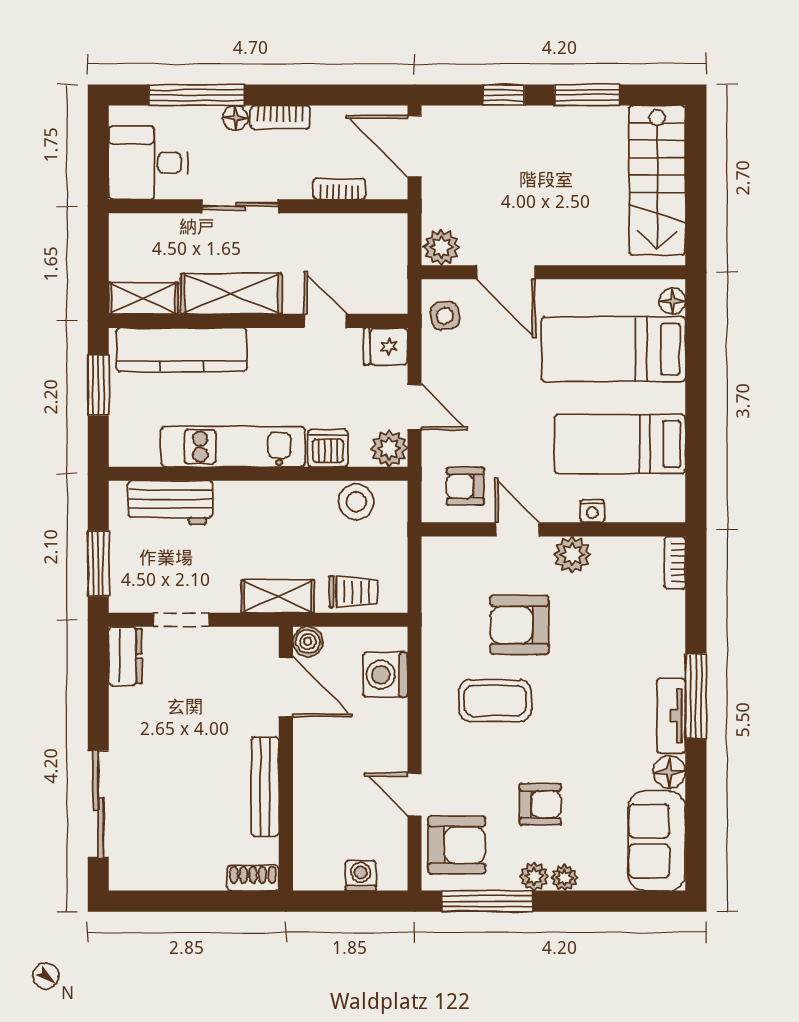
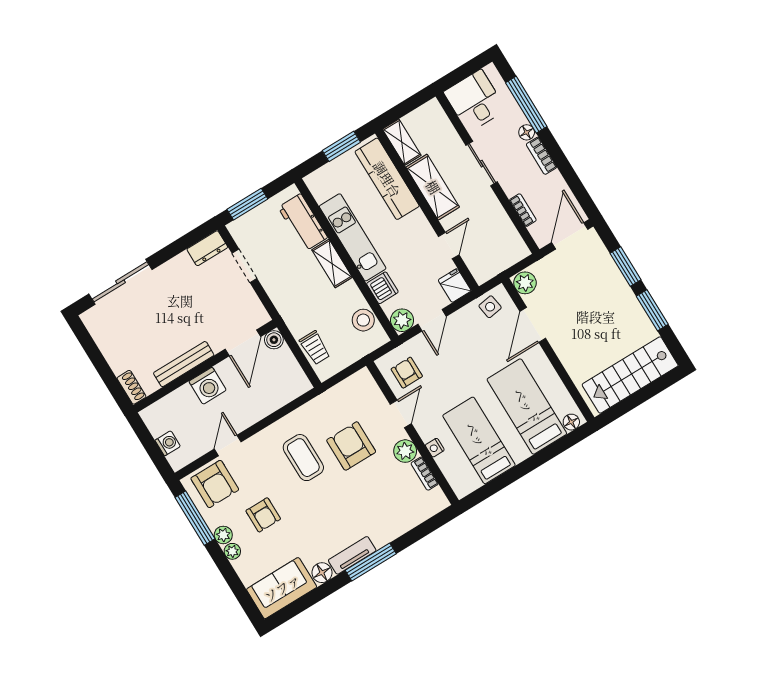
window: (504, 95) -> (625, 267), width x1.50
bookcase: (675, 563) -> (425, 474), moved, turned -90
shelving: (278, 596) -> (332, 264), moved
washing machine: (385, 675) -> (208, 386), moved, turned 180

